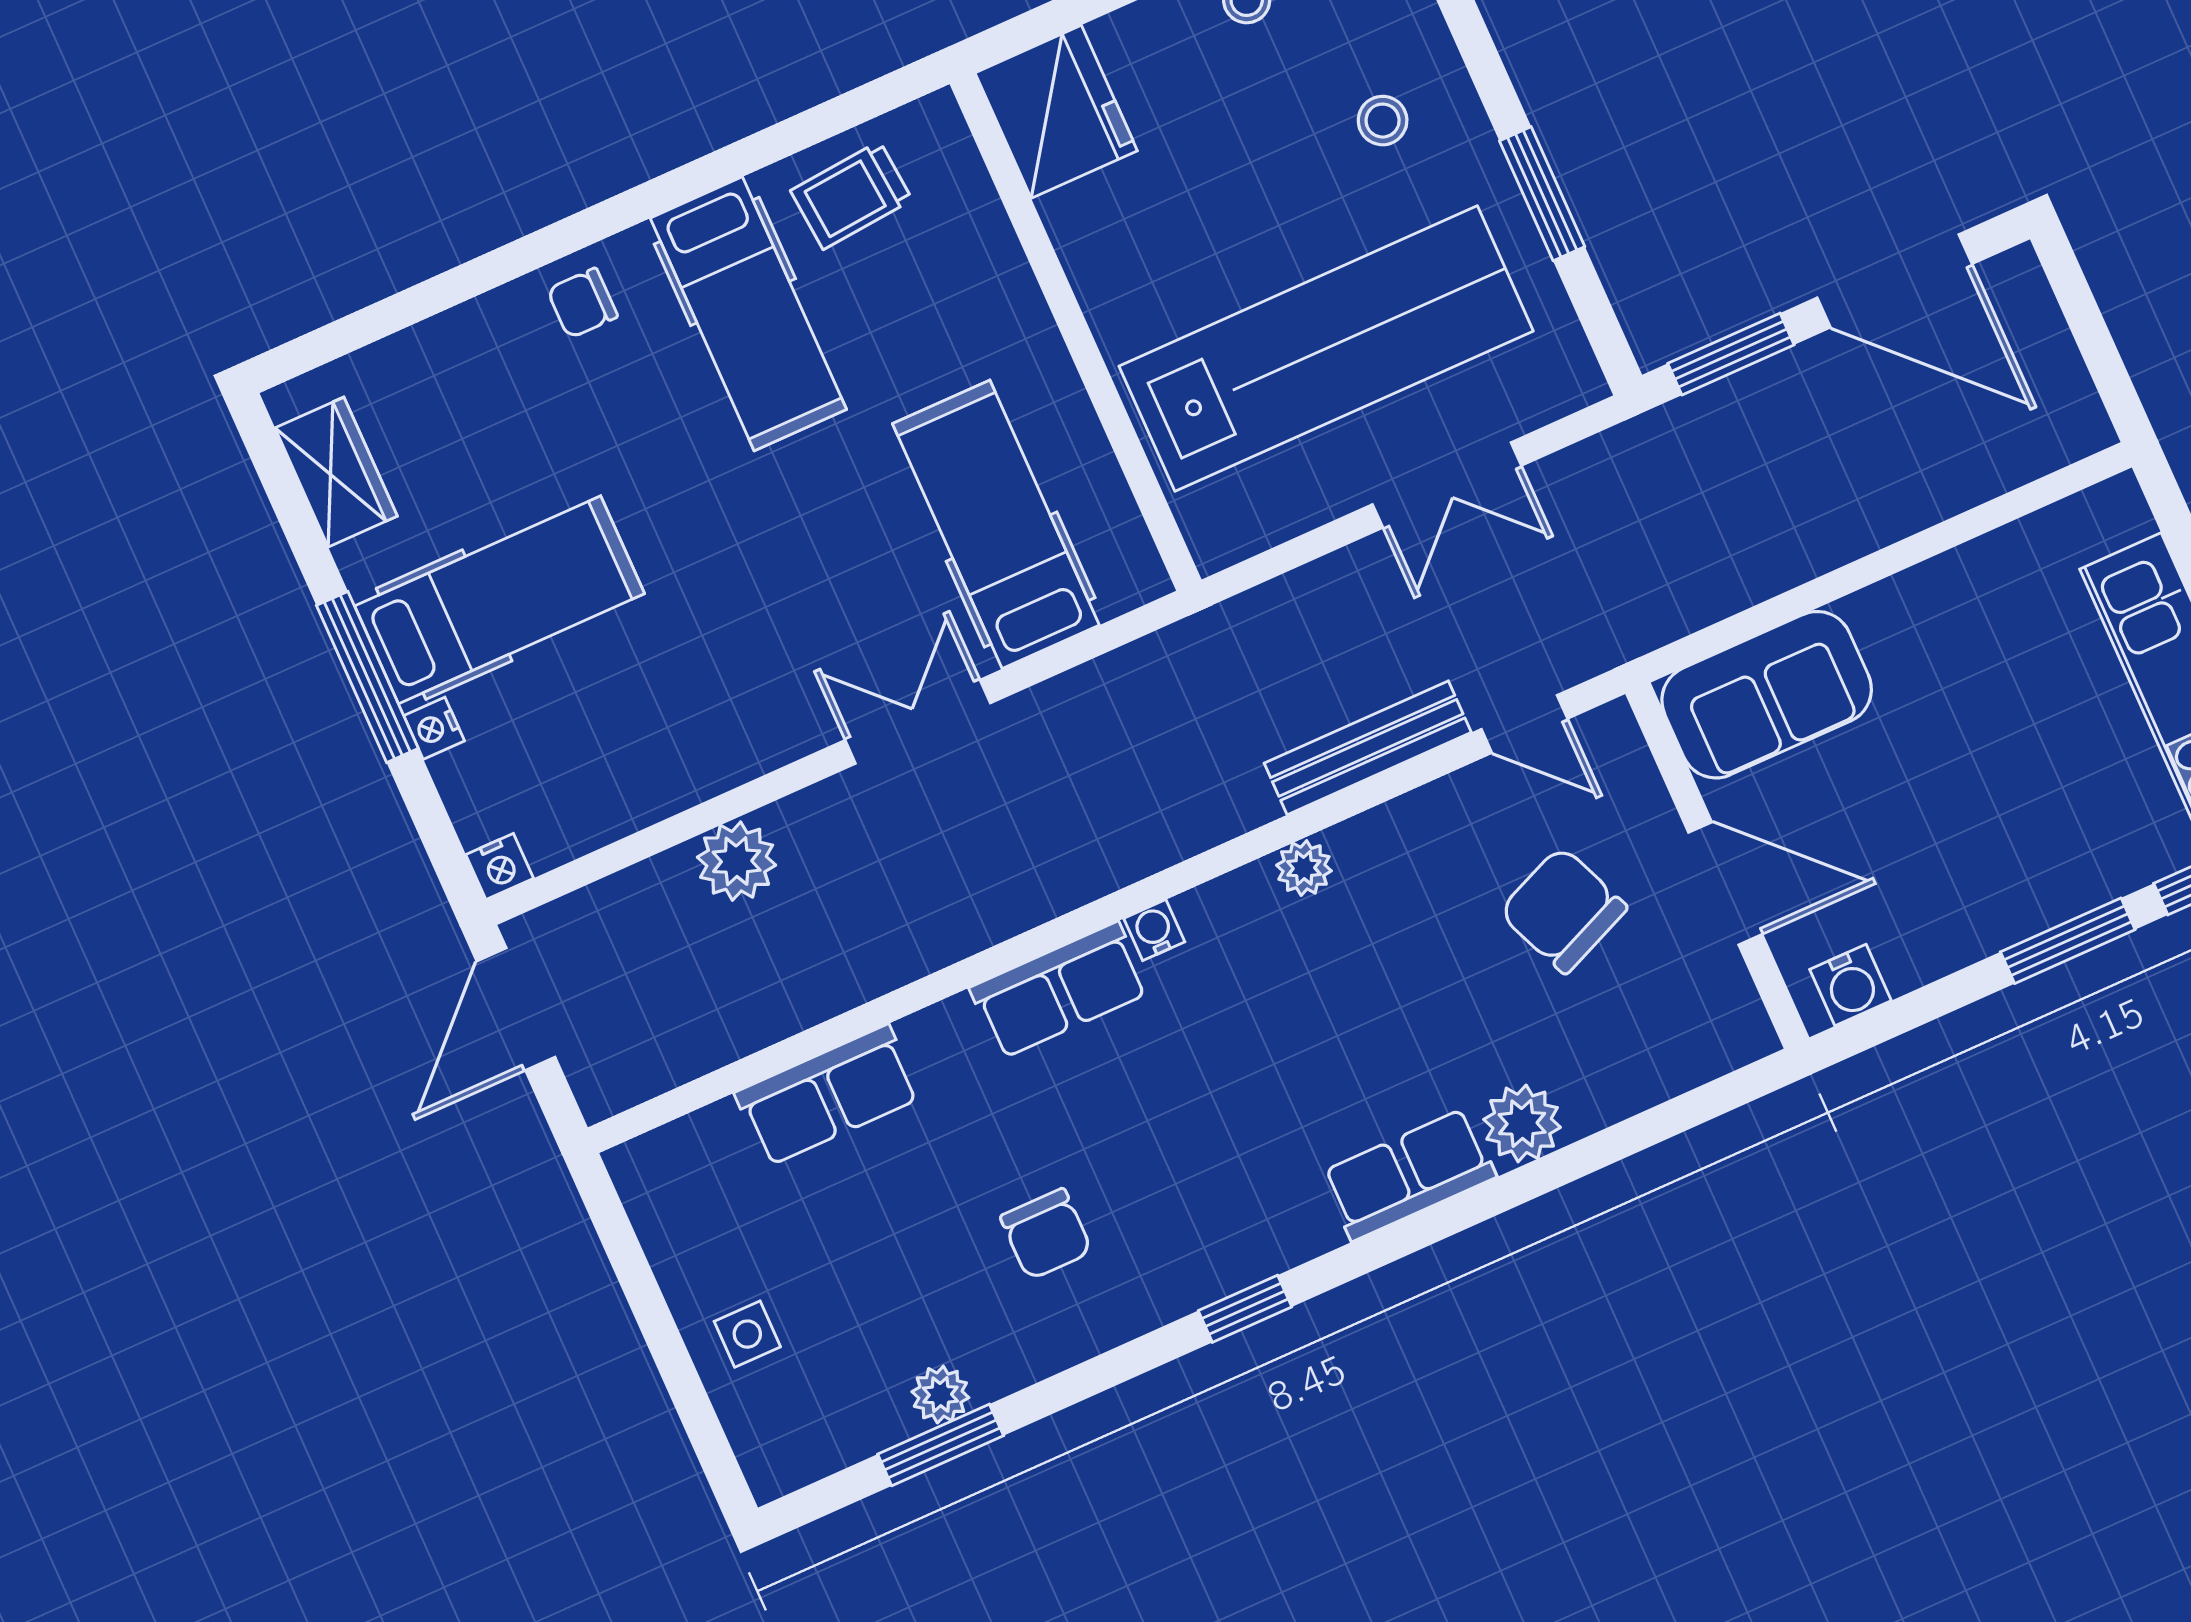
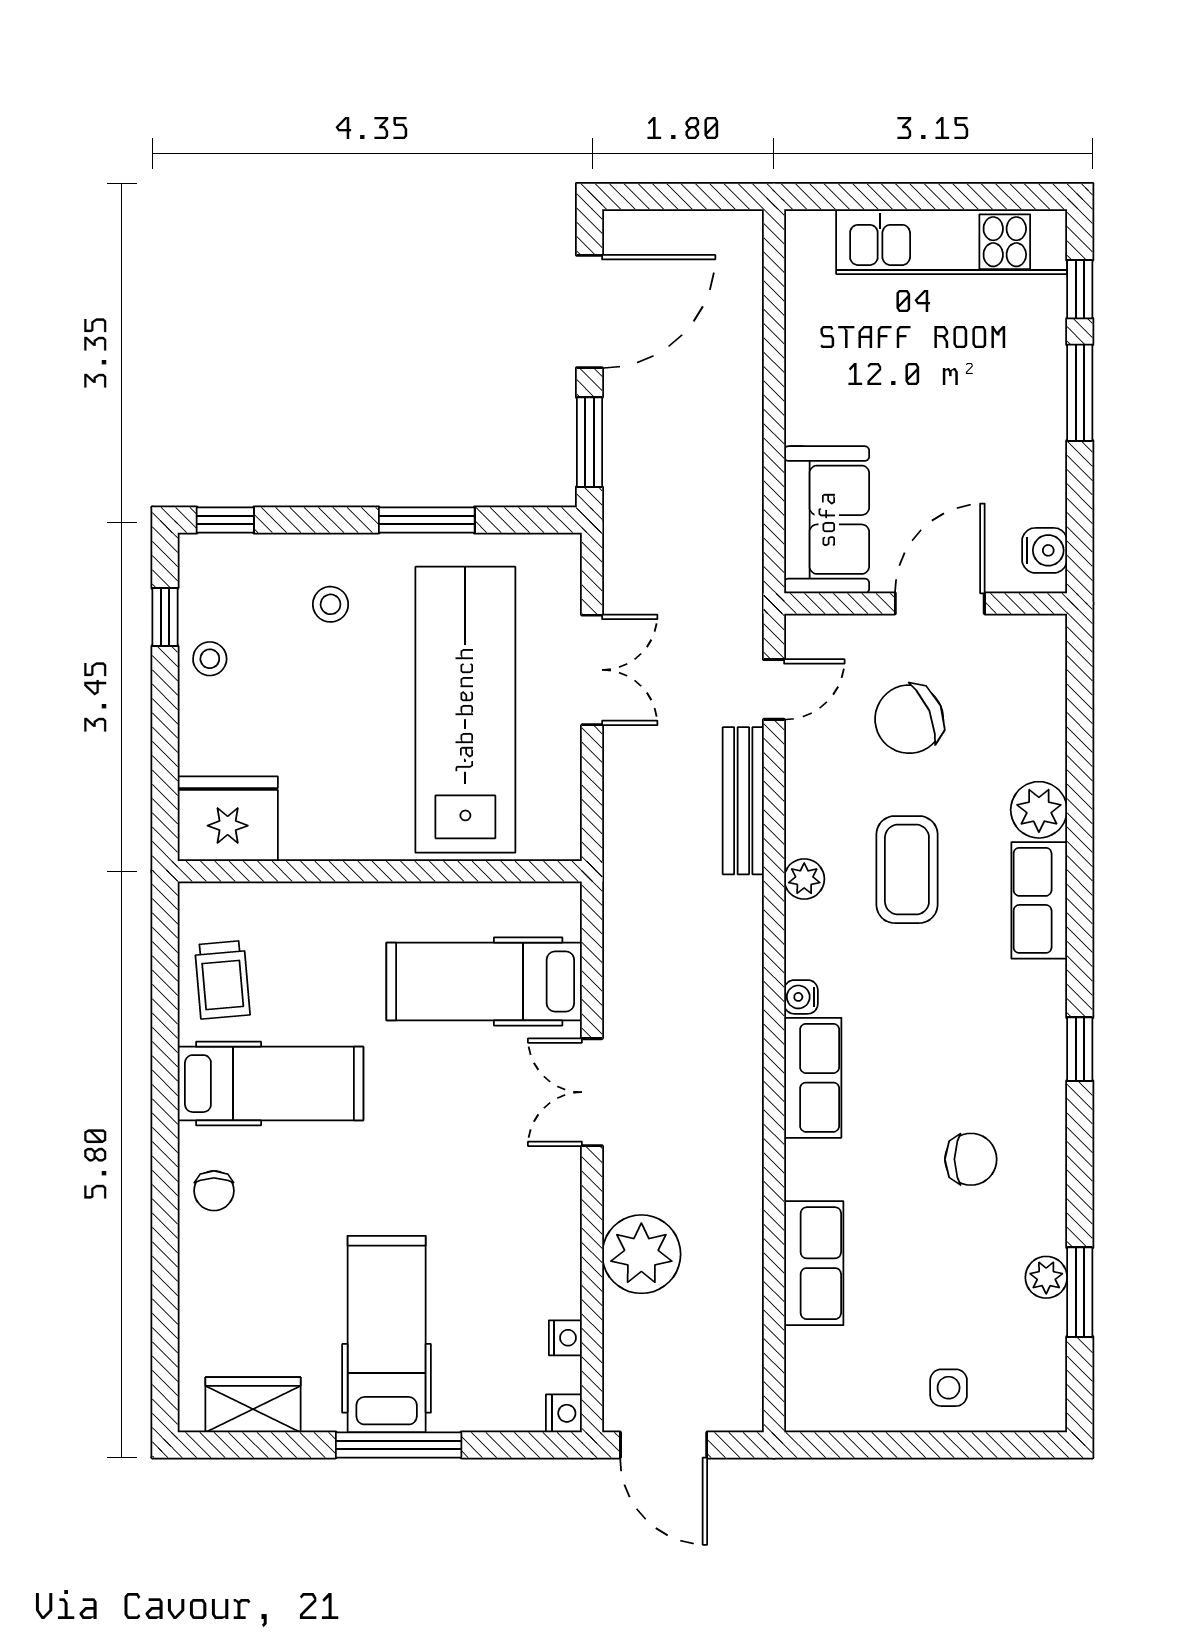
nightstand: (434, 728) -> (565, 1338), moved, turned -90
plant: (737, 861) -> (641, 1254), width x1.36, depth x1.36
coffee table: (1373, 991) -> (907, 870), added

